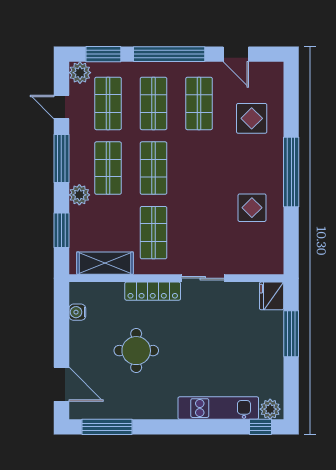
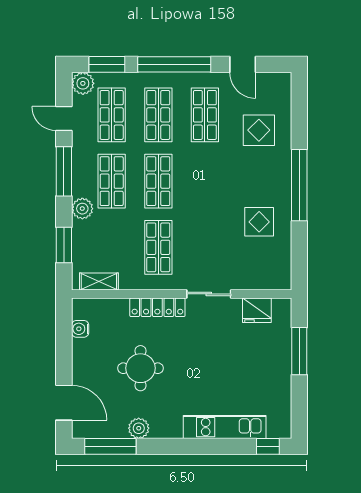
shelving: (105, 263) -> (99, 281), width x0.67, depth x0.75
fridge: (272, 296) -> (257, 310), moved, turned -90
plant: (270, 409) -> (139, 428), moved

